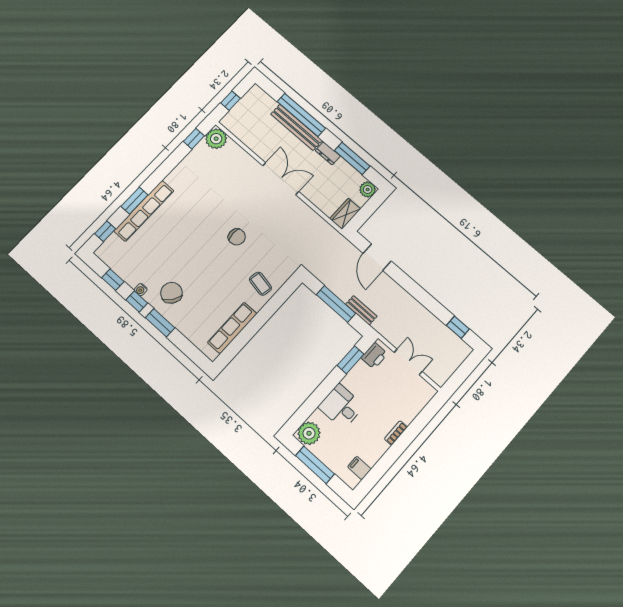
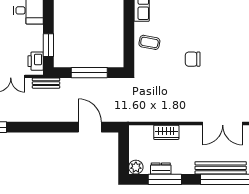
dresser: (328, 153) -> (161, 169), moved
double door: (281, 179) -> (223, 123), moved
wardrobe: (345, 214) -> (166, 132), moved, turned 90
bench: (361, 310) -> (46, 83), moved

